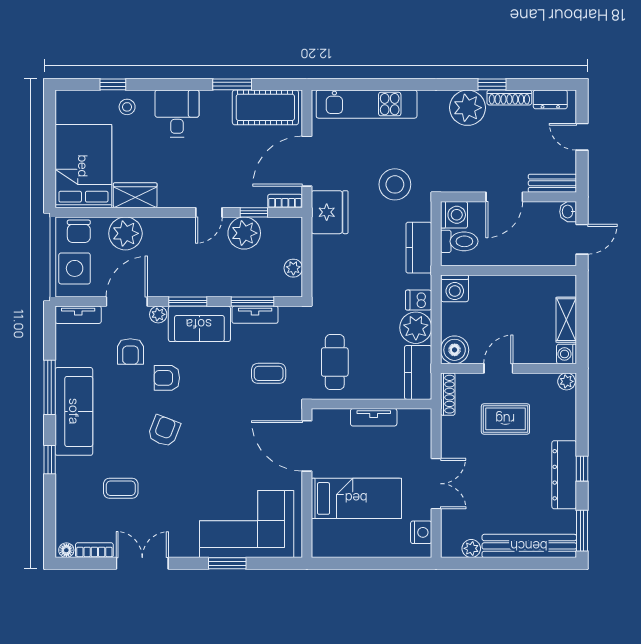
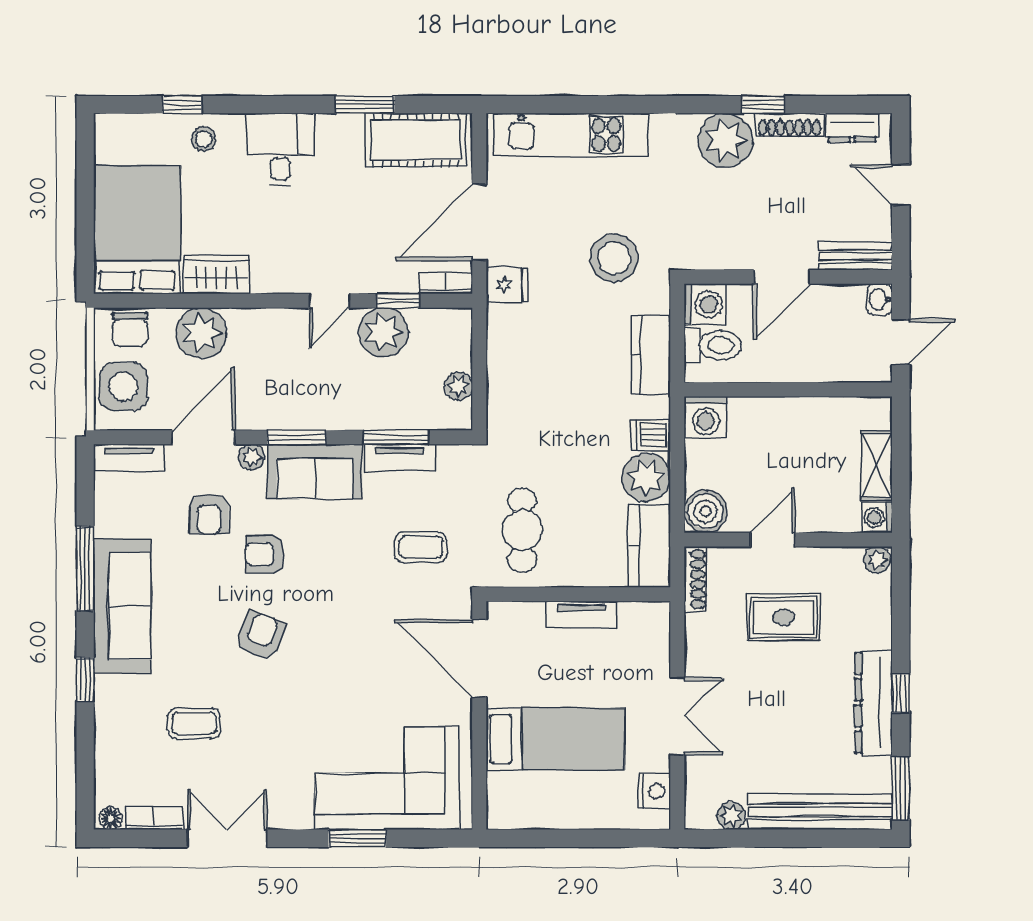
fridge: (330, 212) -> (507, 285), width x0.53, depth x0.75

